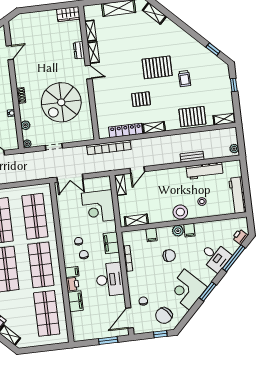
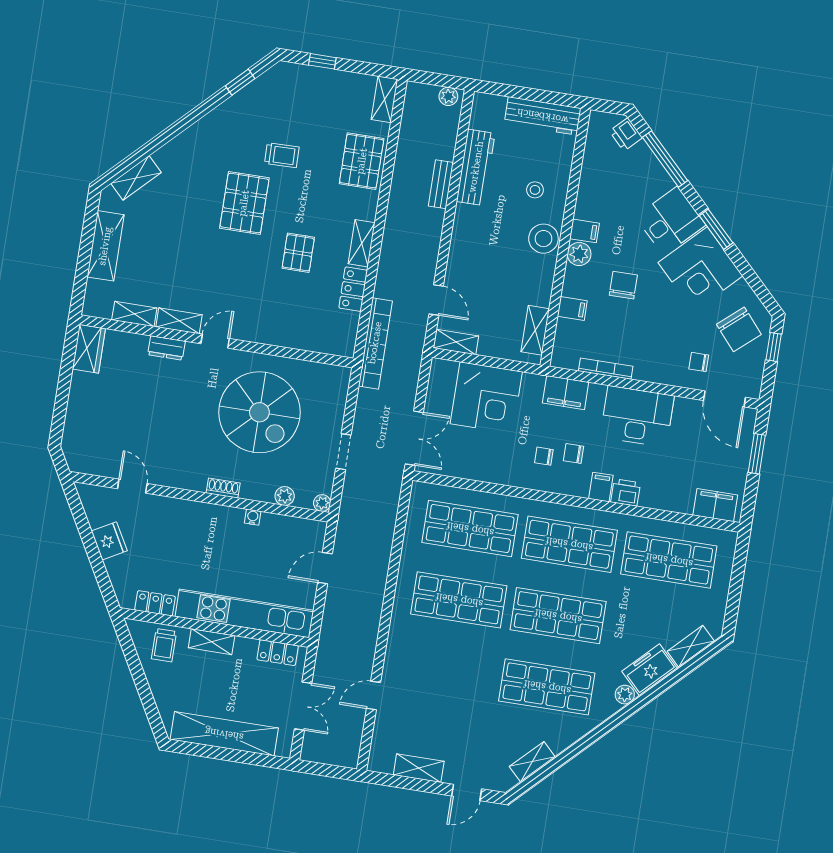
locker: (126, 130) -> (353, 289), width x0.66
desk: (215, 257) -> (670, 221), moved
filing cabinet: (75, 301) -> (715, 505), moved

